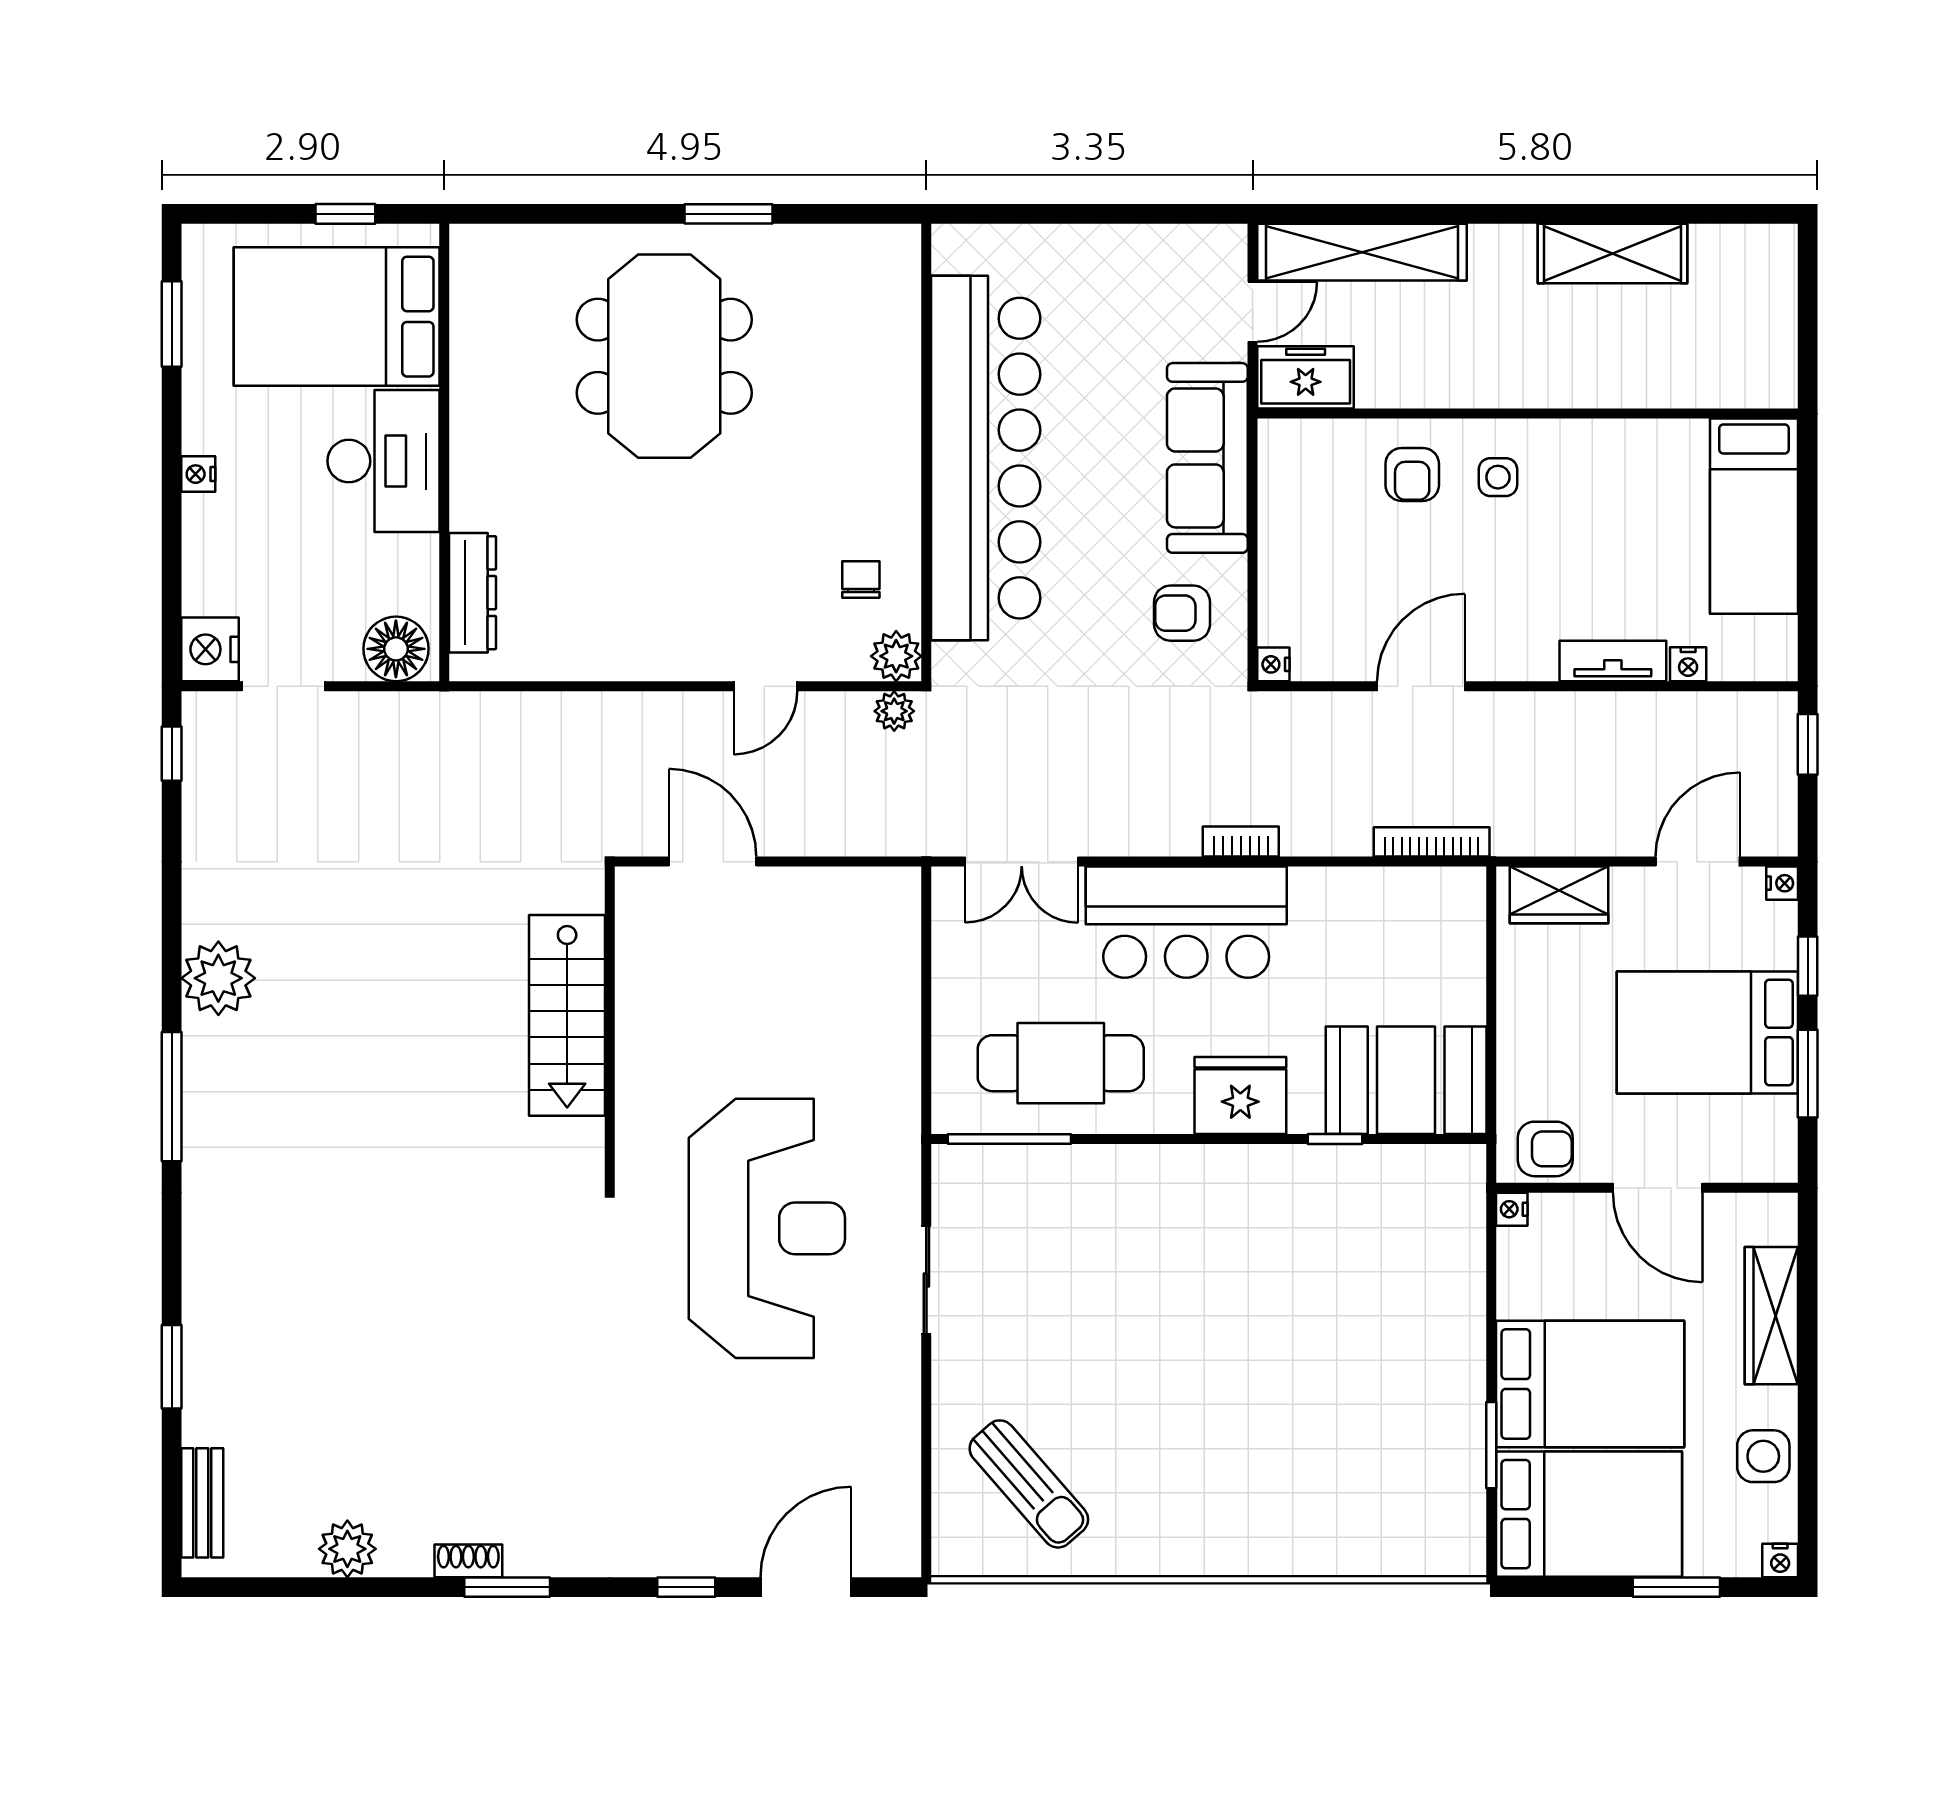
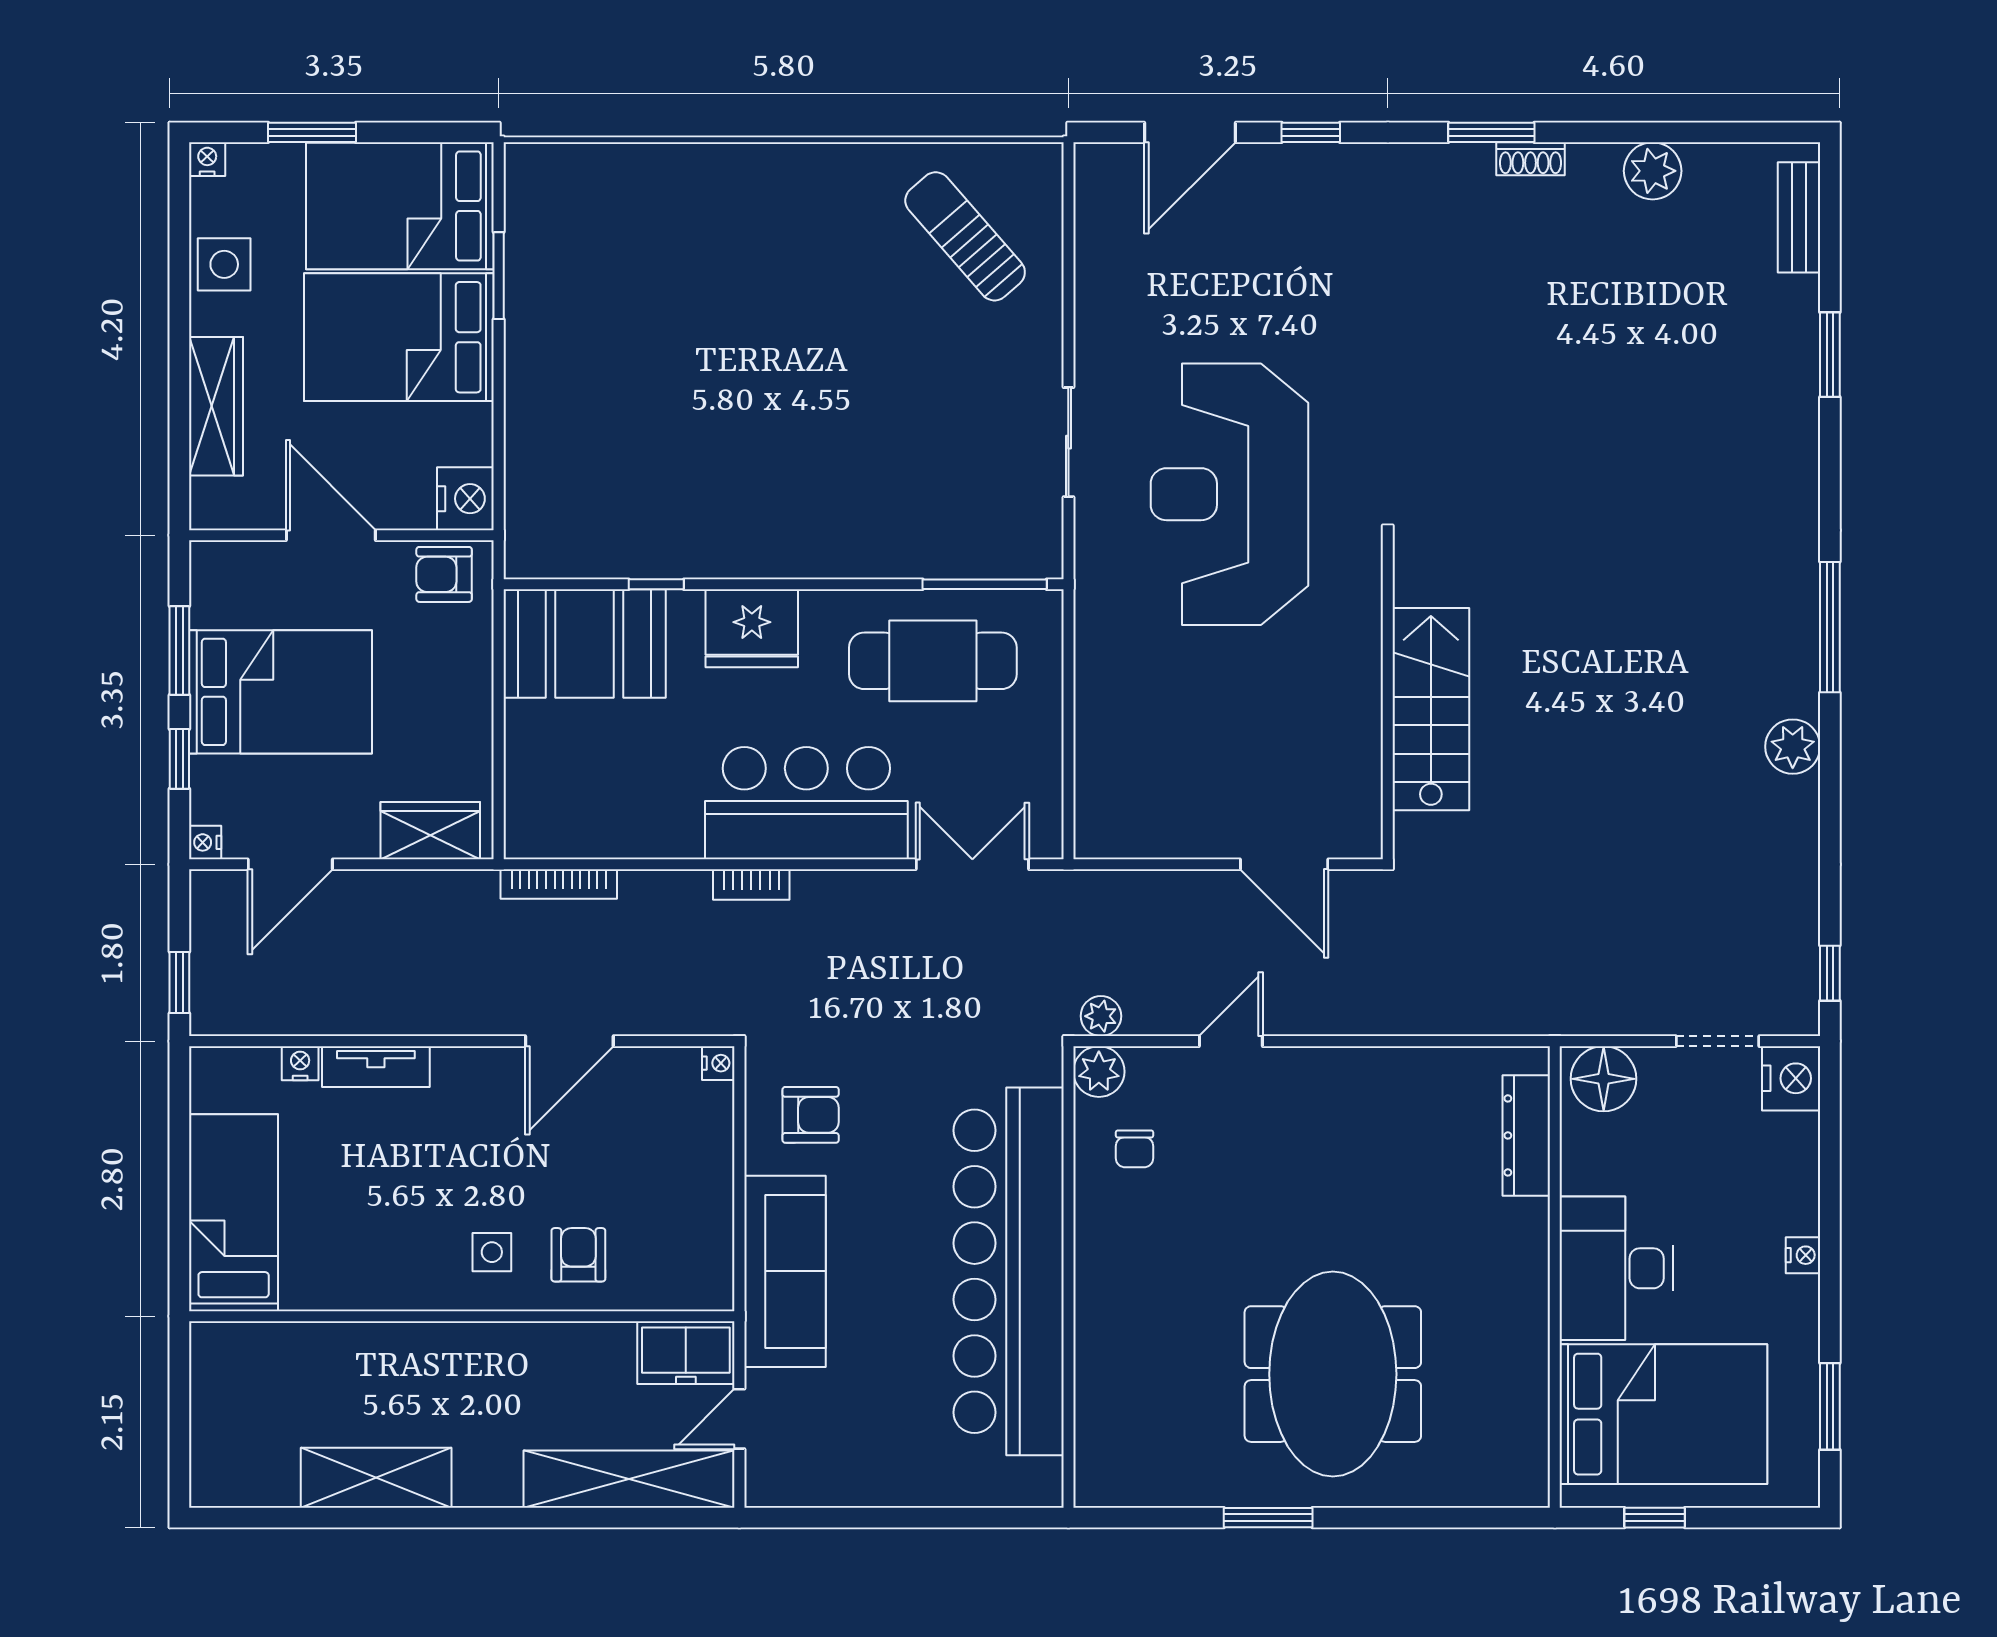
plant: (218, 978) -> (1793, 747), width x0.73, depth x0.73
nightstand: (1512, 1209) -> (465, 499), width x1.89, depth x1.79

